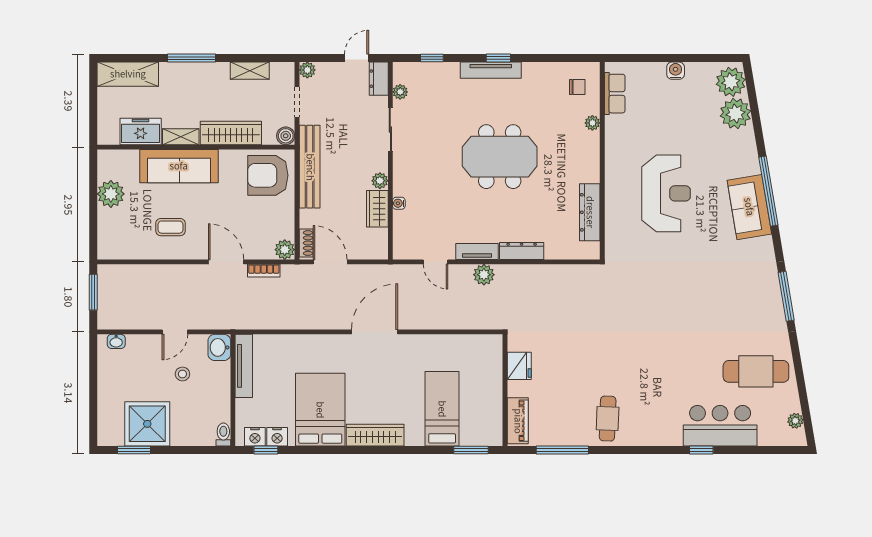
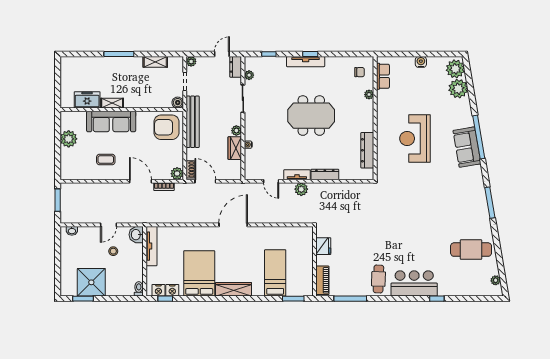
shelving: (128, 74) -> (79, 64), removed
wardrobe: (231, 133) -> (143, 101), removed
reception desk: (666, 193) -> (415, 138), turned 180
bar counter: (720, 426) -> (414, 283), moved

